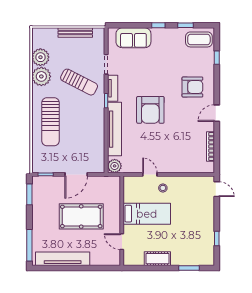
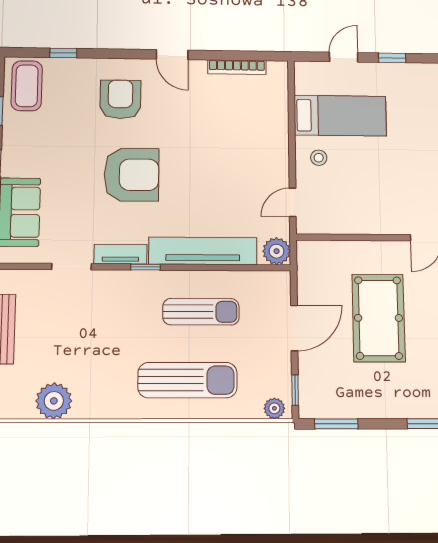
plant: (41, 76) -> (274, 408), moved, width x0.53, depth x0.53
sun lounger: (79, 82) -> (201, 312), moved, turned 63
armchair: (150, 110) -> (131, 175), moved
door: (76, 174) -> (294, 328), hinge flipped
door: (150, 174) -> (293, 202), moved
door: (217, 189) -> (344, 57), moved
bed: (147, 214) -> (340, 116), moved, turned 90
window: (217, 239) -> (392, 58), moved

